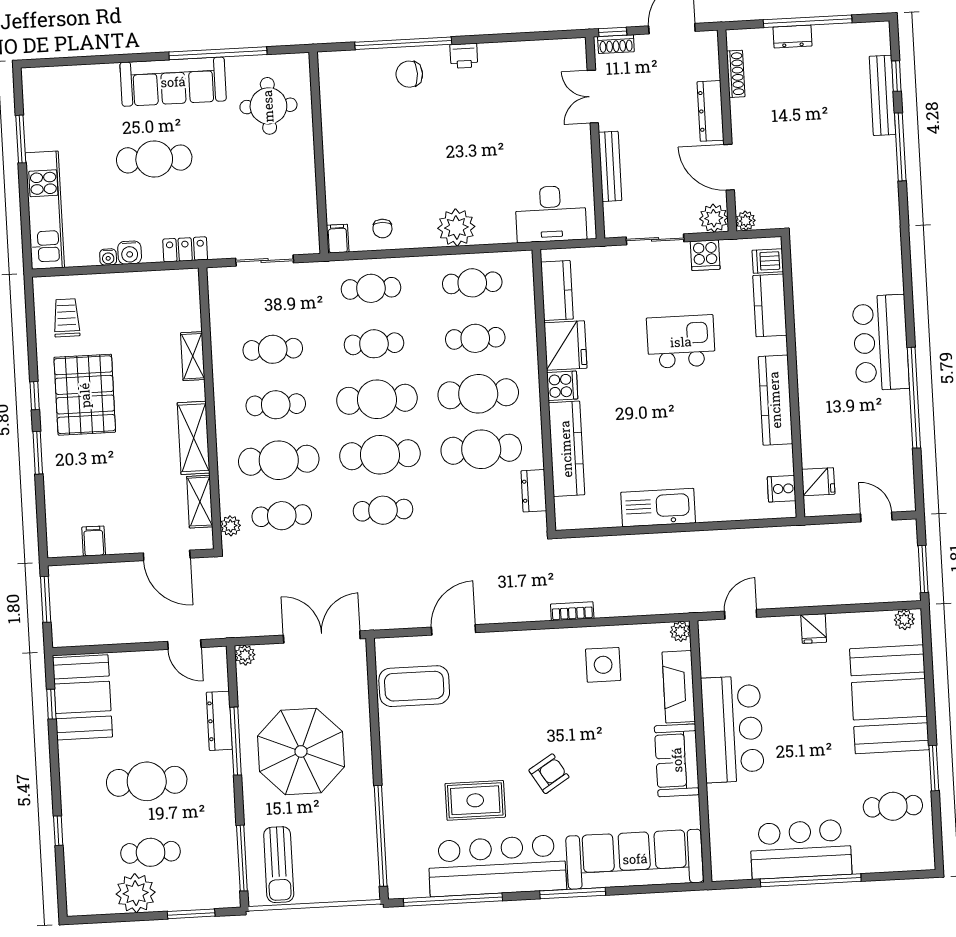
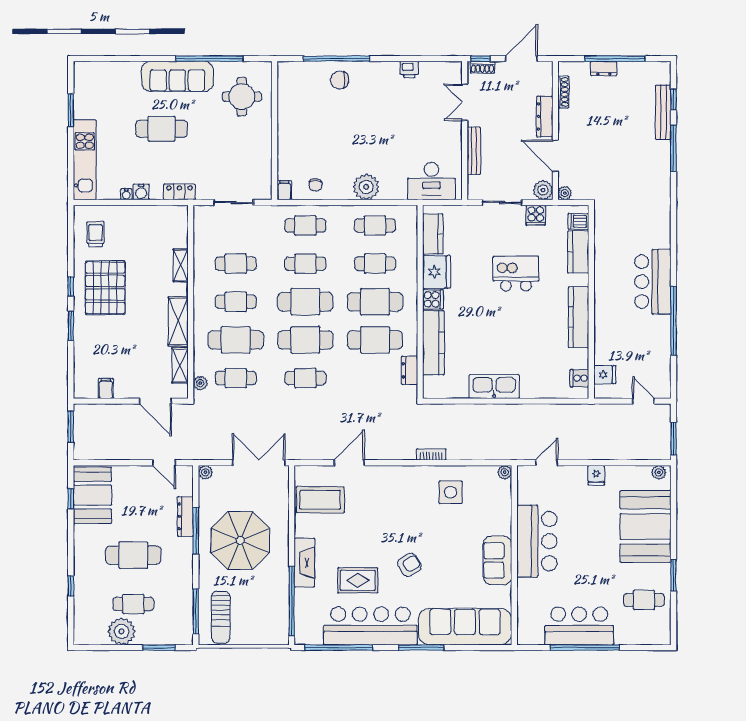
printer: (464, 56) -> (409, 70), moved
fireplace: (679, 687) -> (304, 563), moved, turned 180

